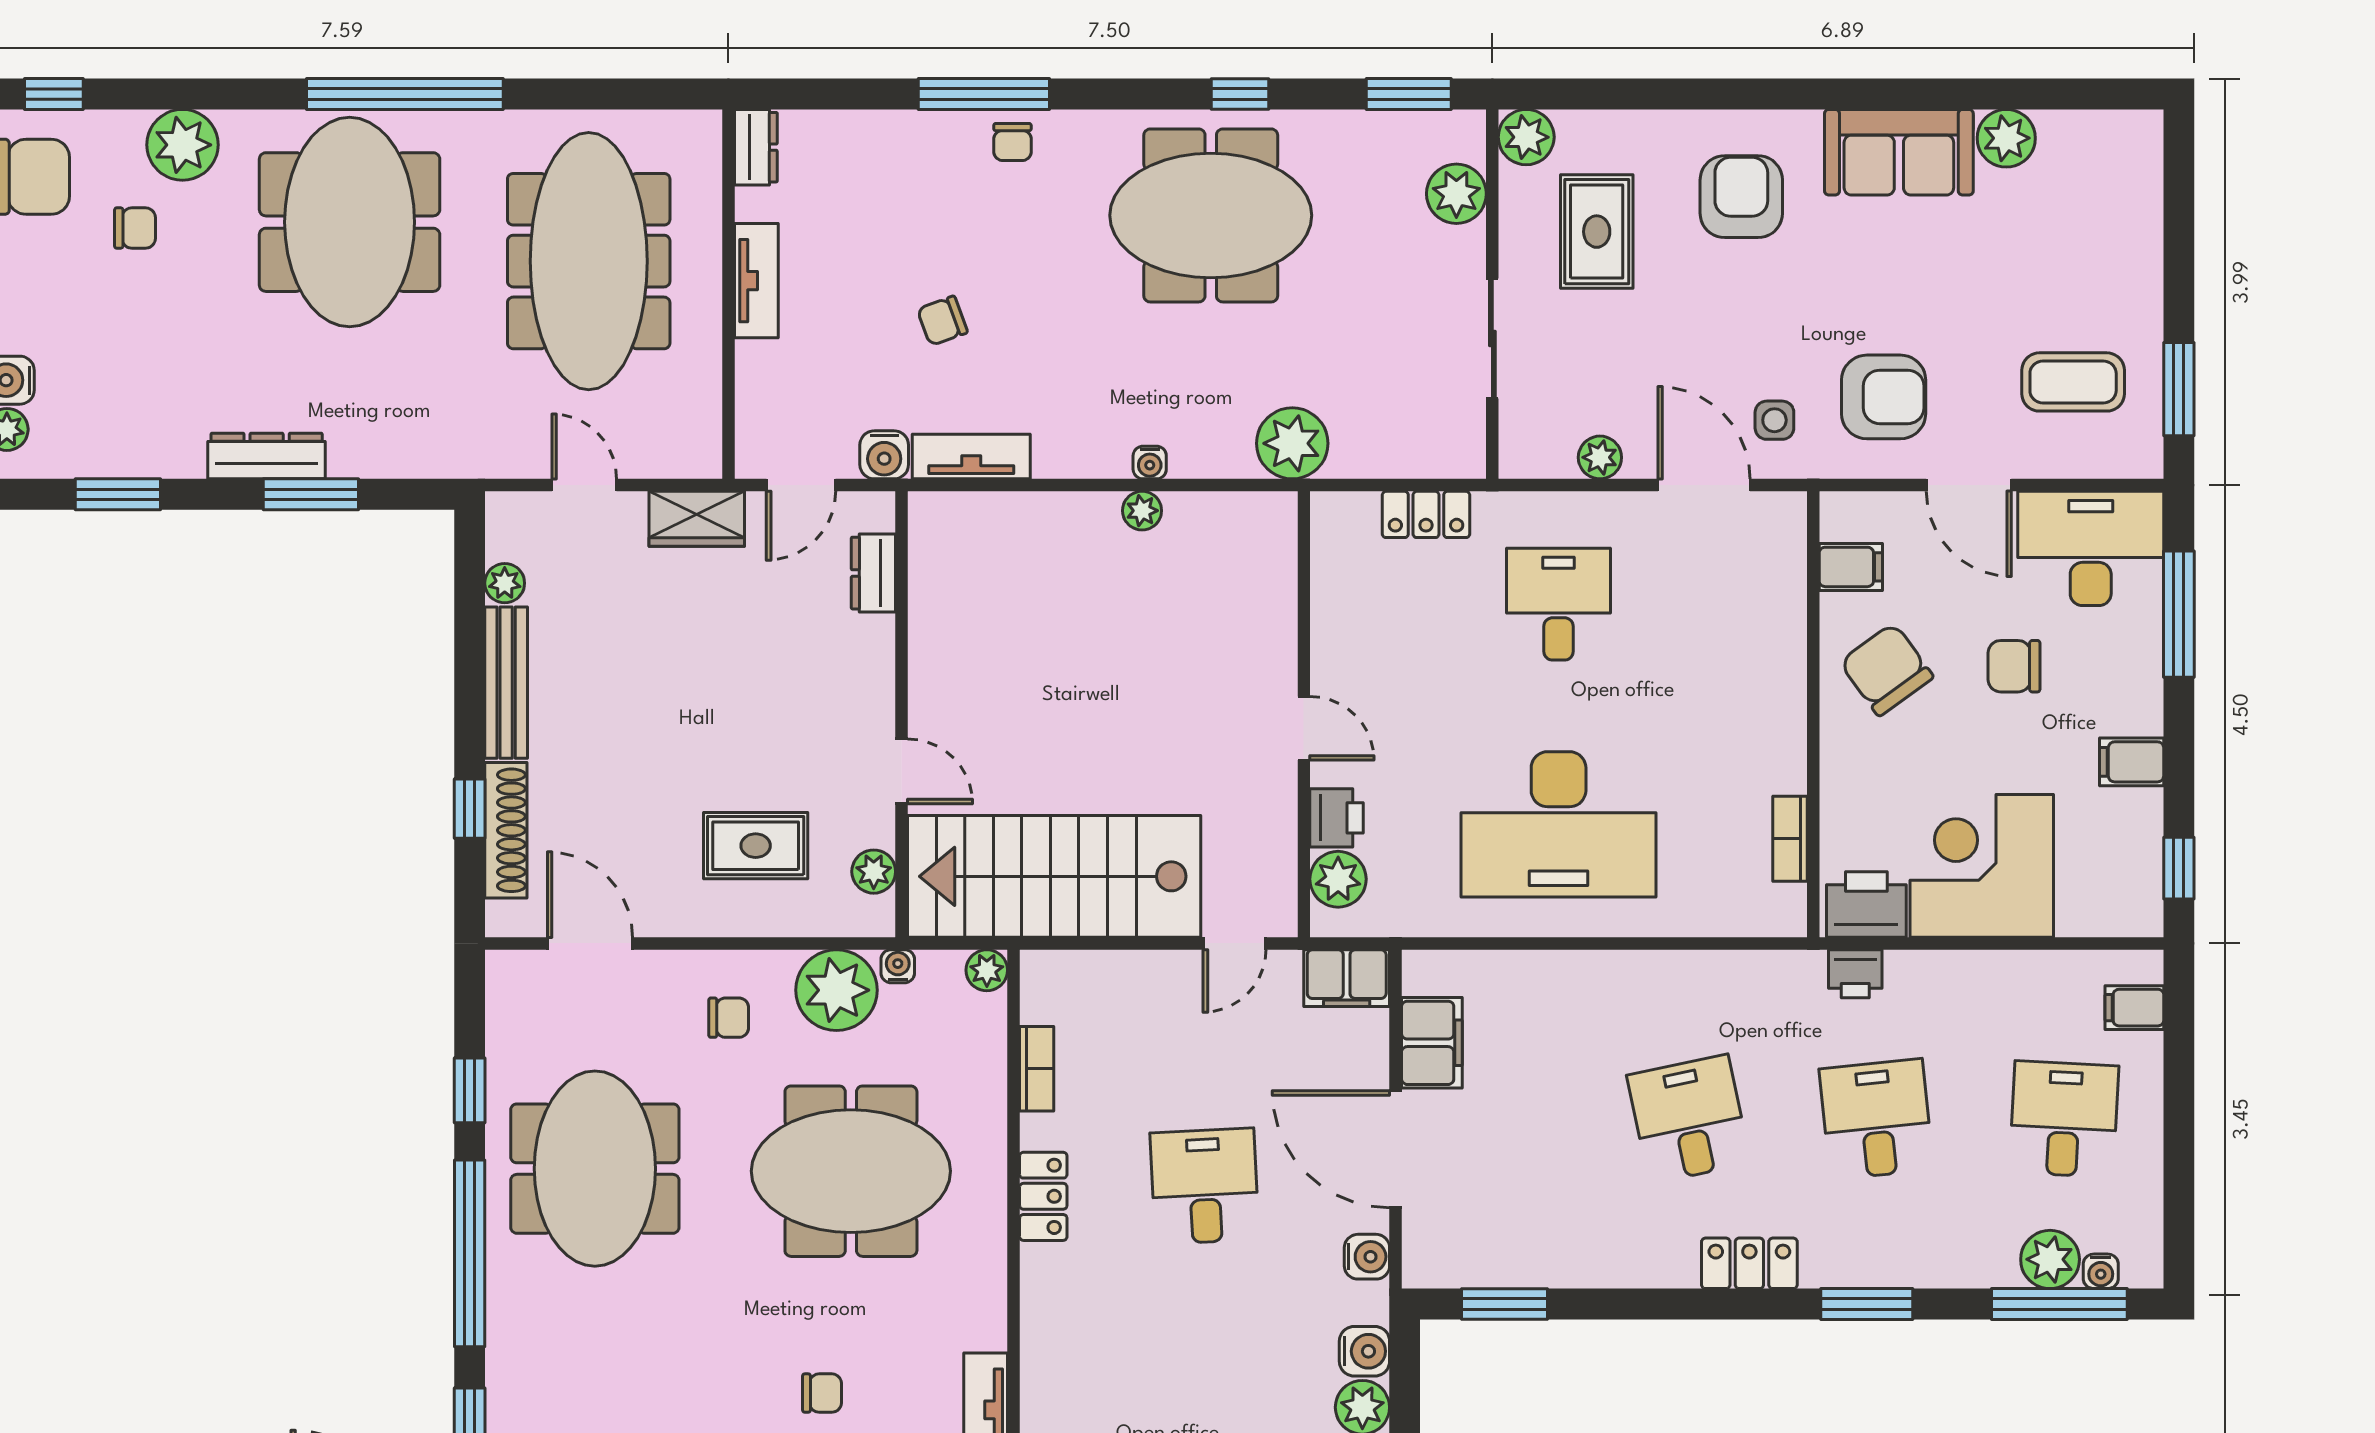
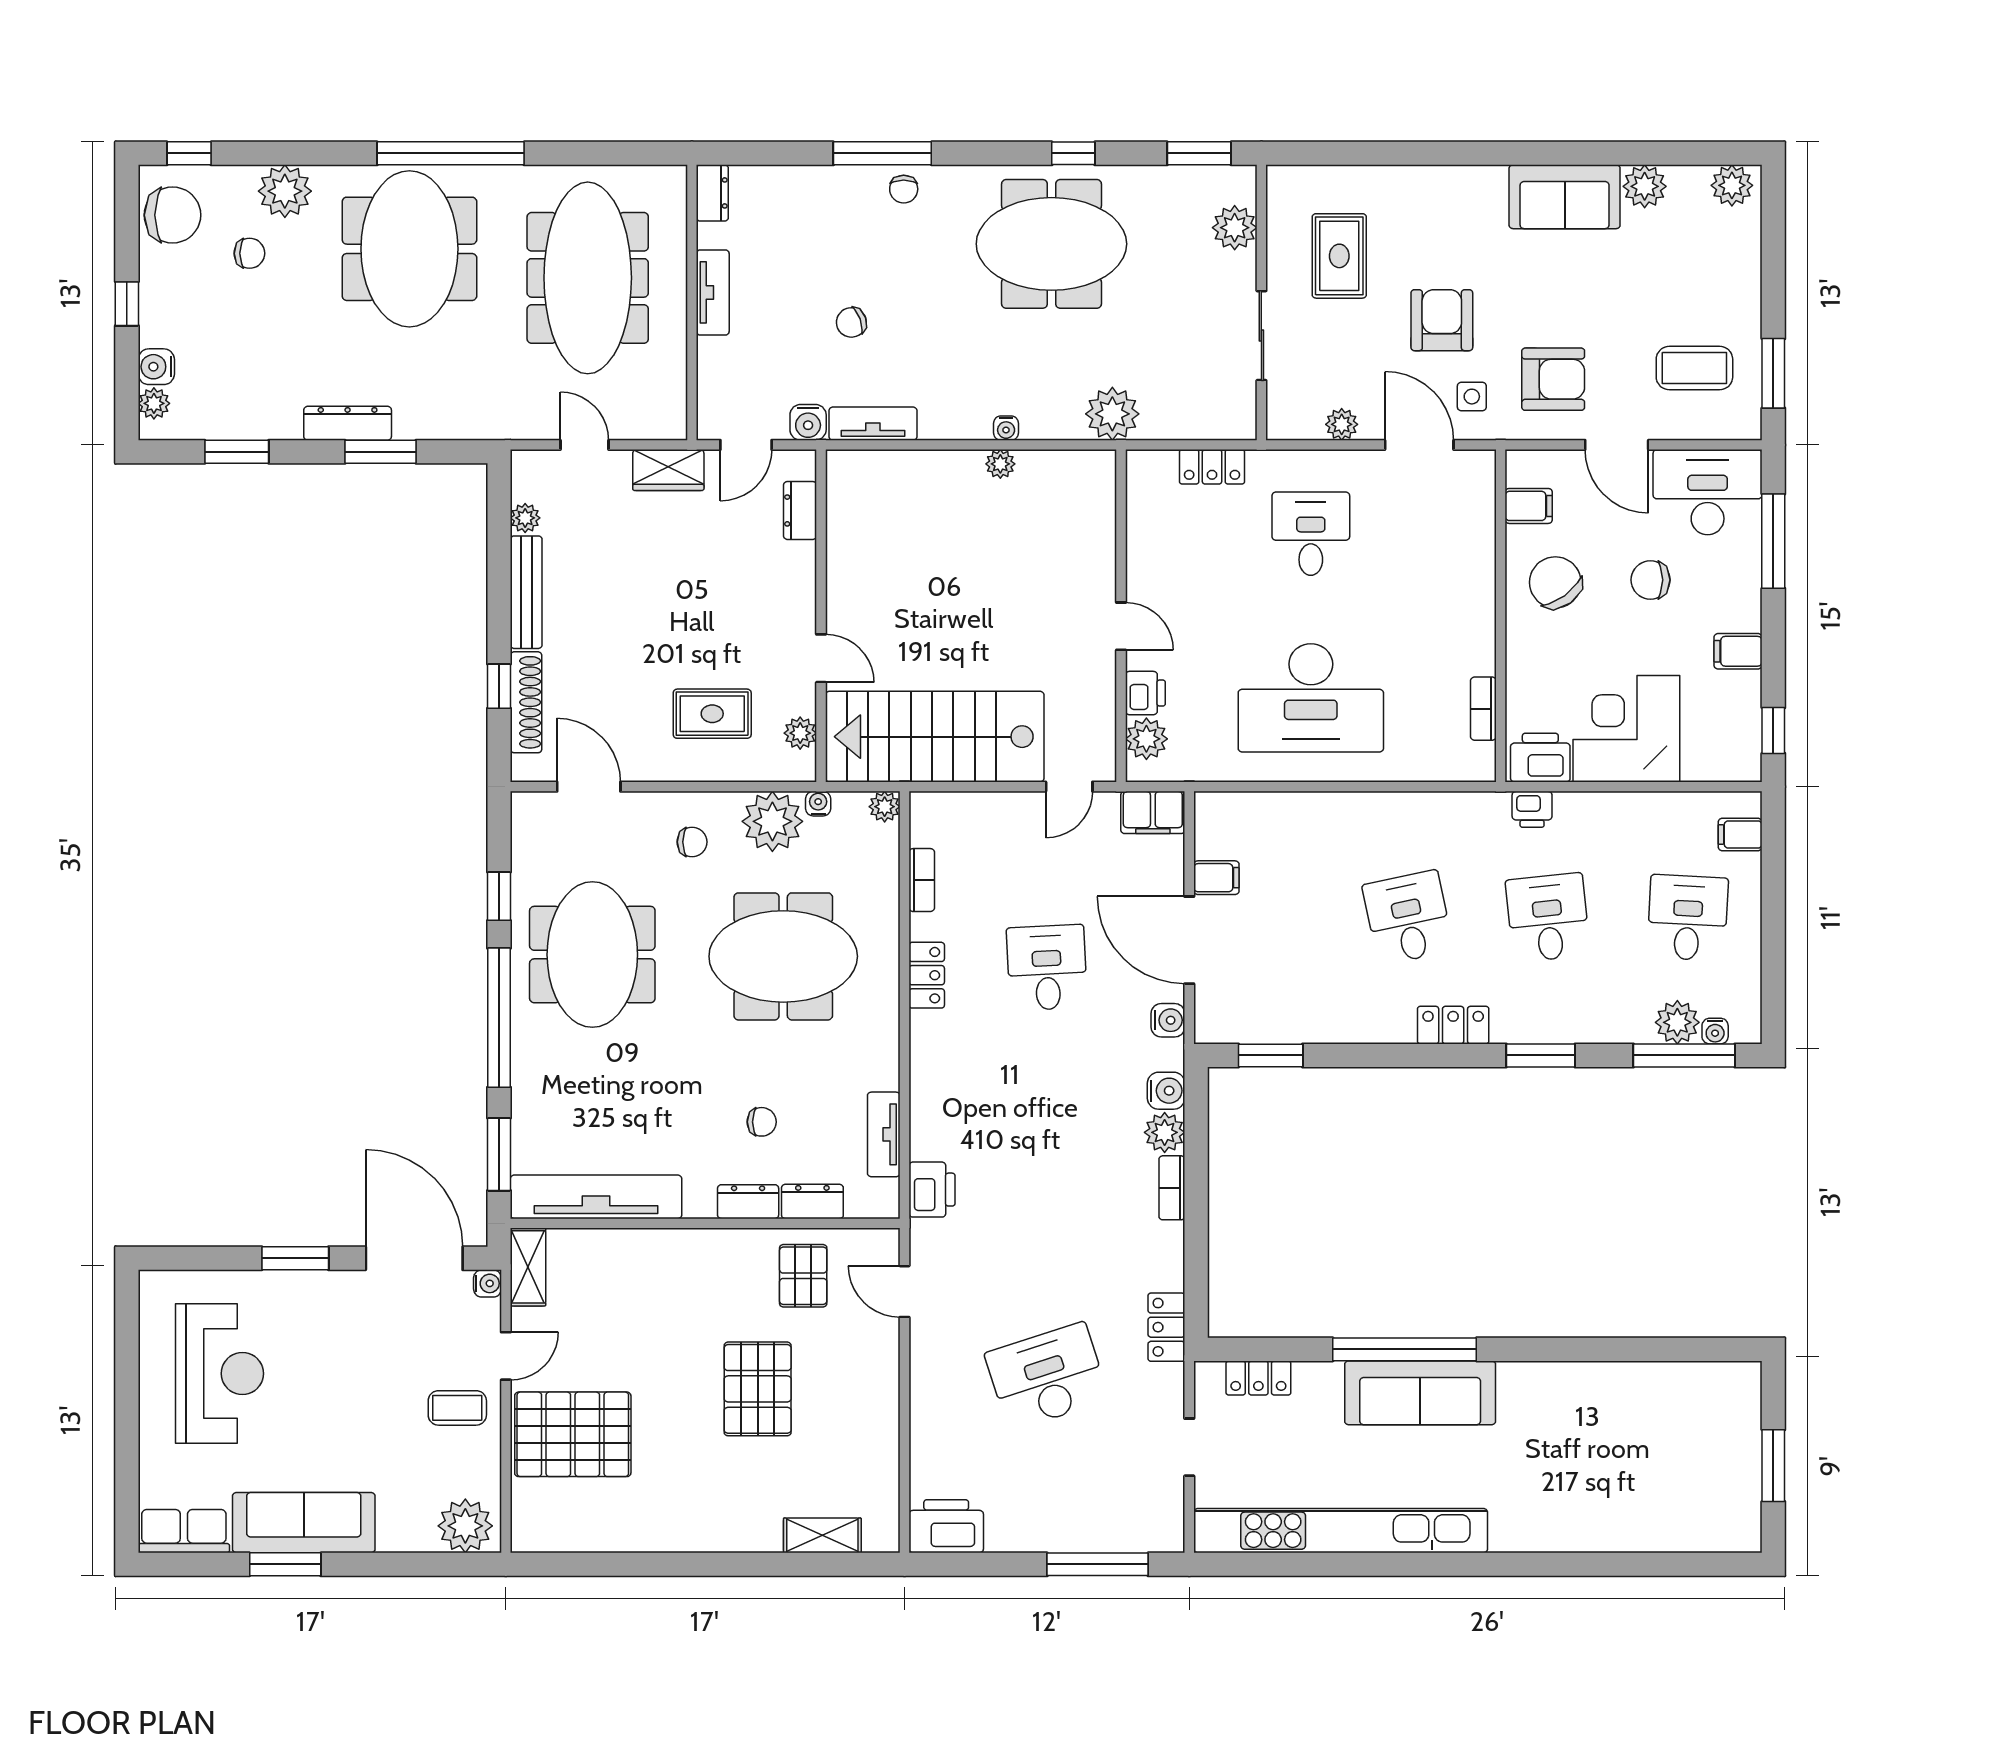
plant: (1526, 137) -> (1732, 185), moved
armchair: (1741, 197) -> (1442, 320), moved
filing cabinet: (1432, 1043) -> (1216, 878), width x0.50

